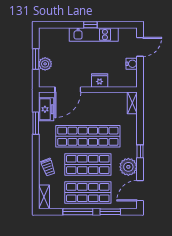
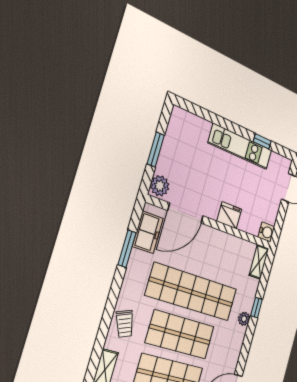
window: (90, 25) -> (262, 141), moved
plant: (45, 64) -> (160, 186), moved
water cooler: (132, 64) -> (266, 232), moved
window: (140, 151) -> (256, 308), moved
plant: (128, 167) -> (244, 319), moved, width x0.53, depth x0.53

